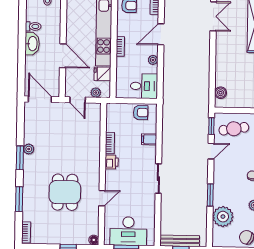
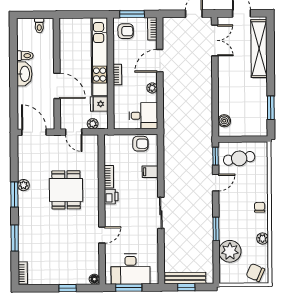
dining table: (65, 192) -> (66, 190), moved

